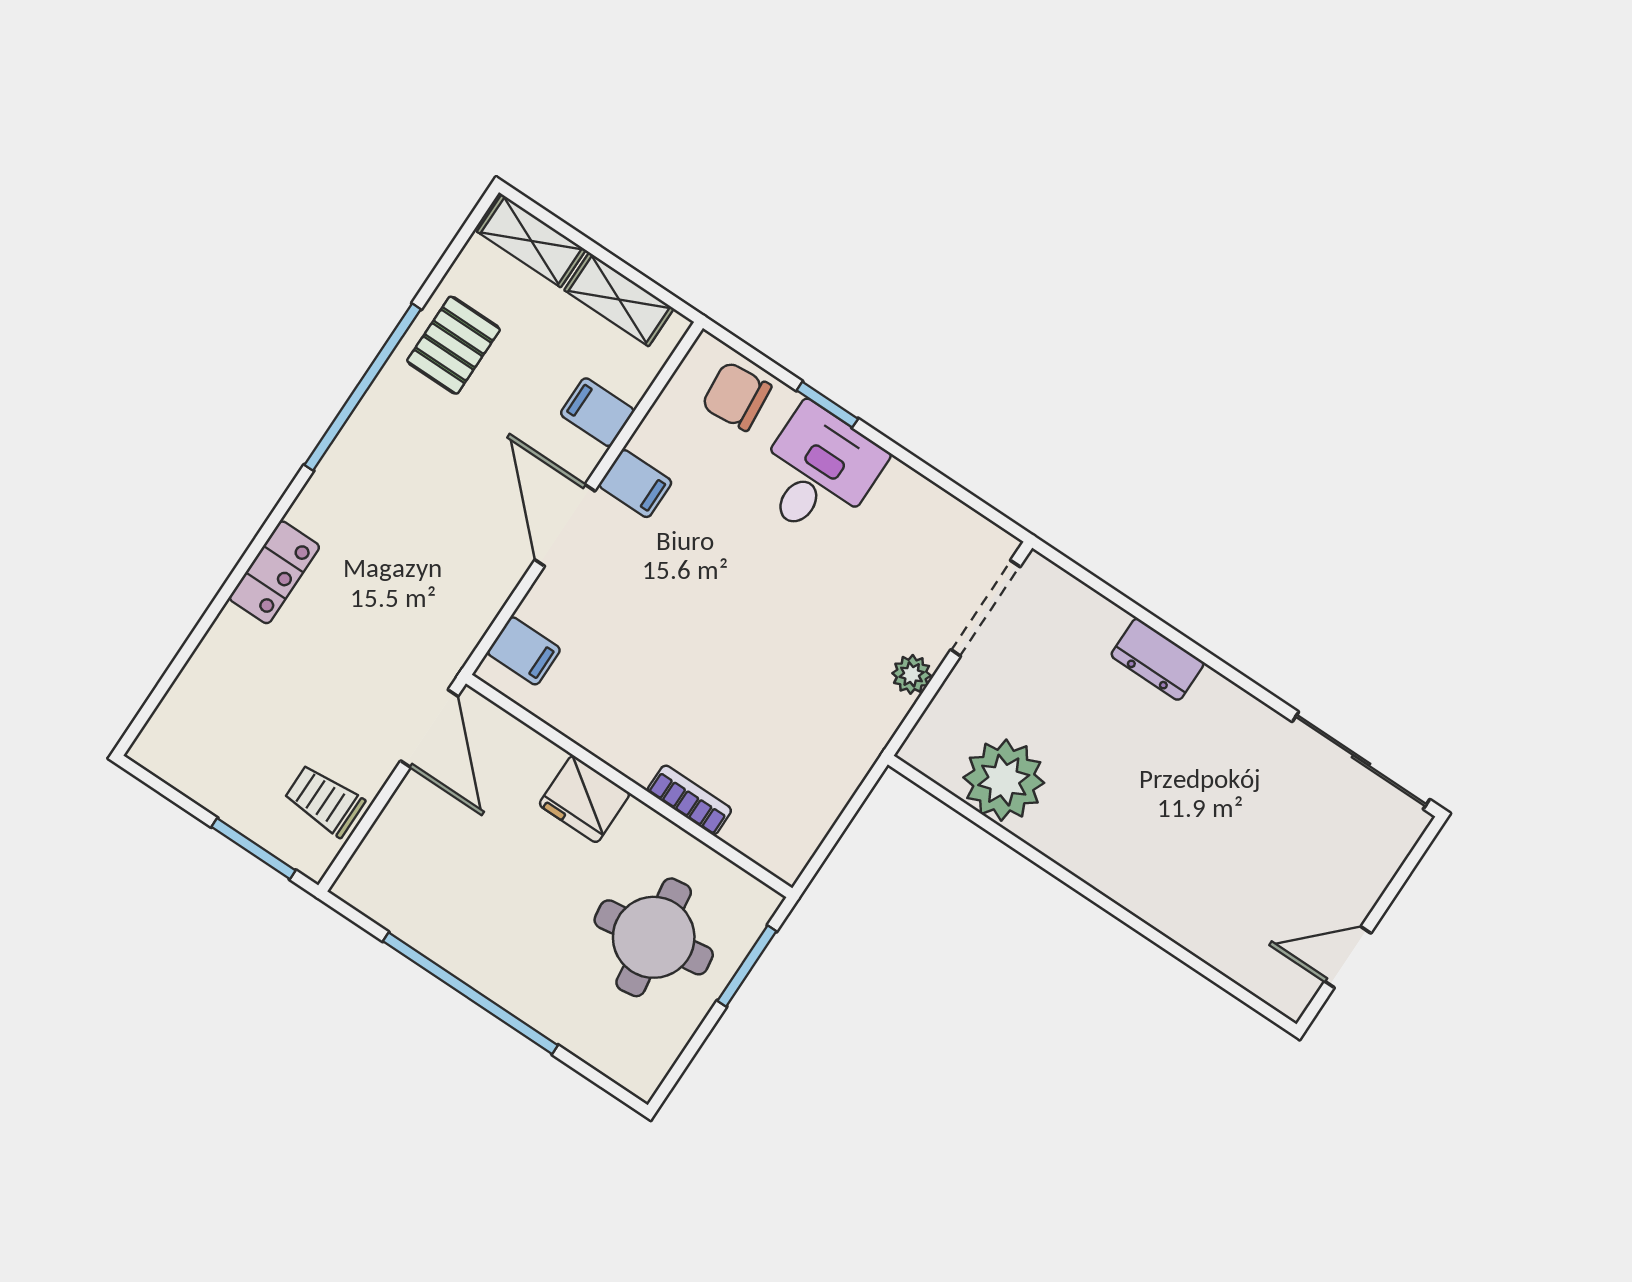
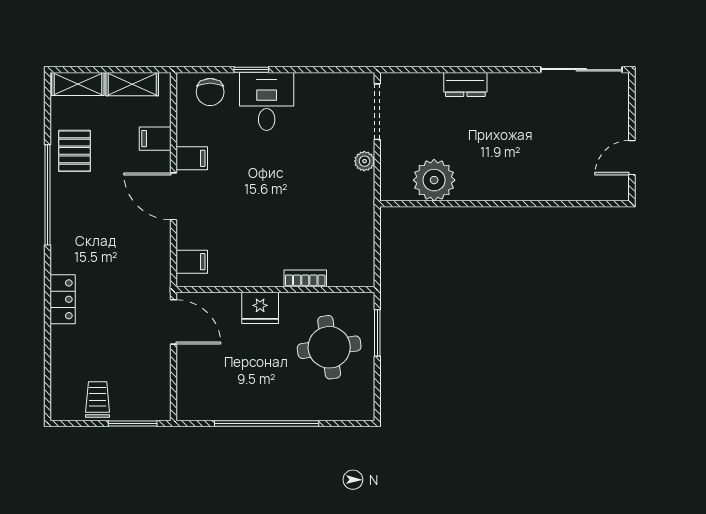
chair: (736, 396) -> (210, 92), turned -85
trolley: (324, 801) -> (98, 399), moved, turned 90

